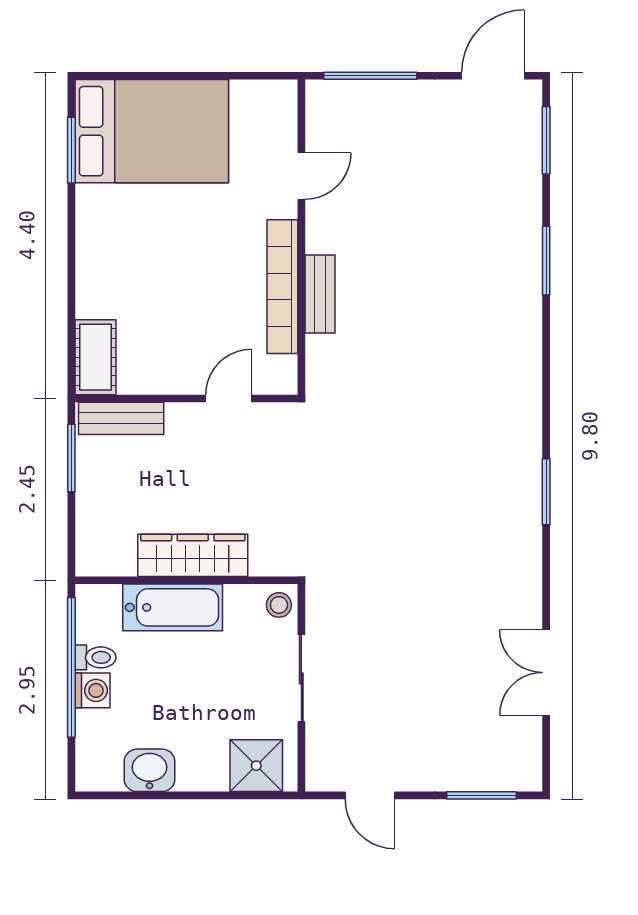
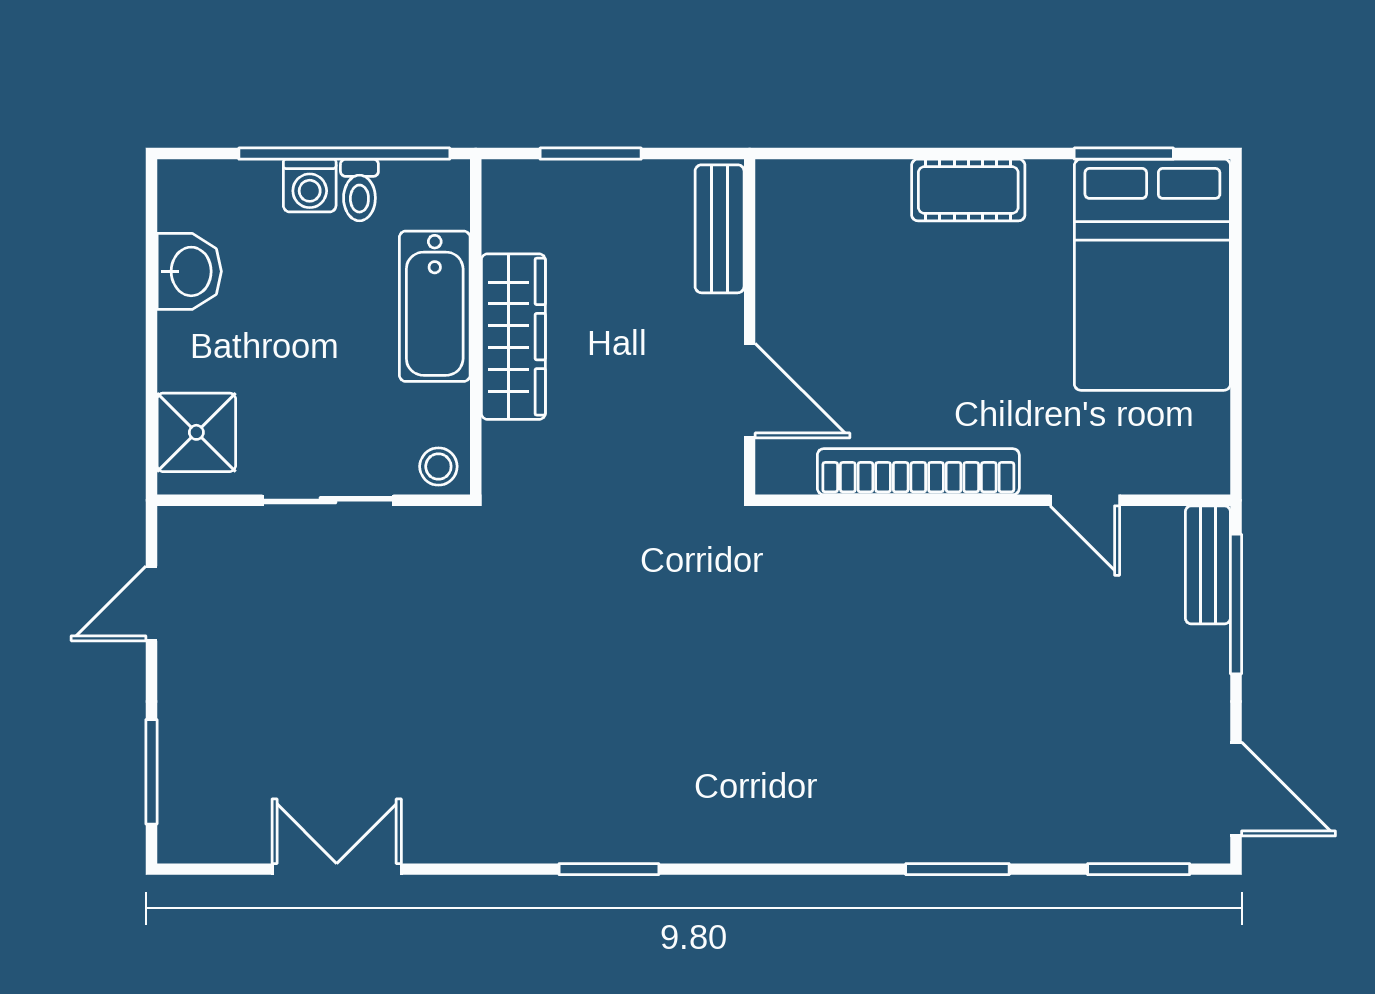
bench: (320, 294) -> (1208, 565), moved, turned 90
cot: (95, 357) -> (968, 190), moved
door: (229, 398) -> (750, 391), width x1.38
window: (71, 458) -> (591, 154), moved

